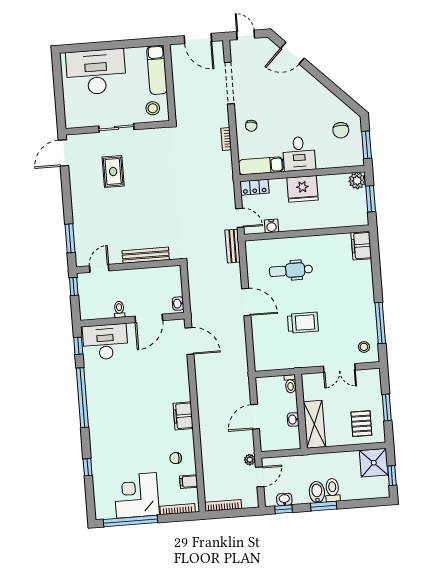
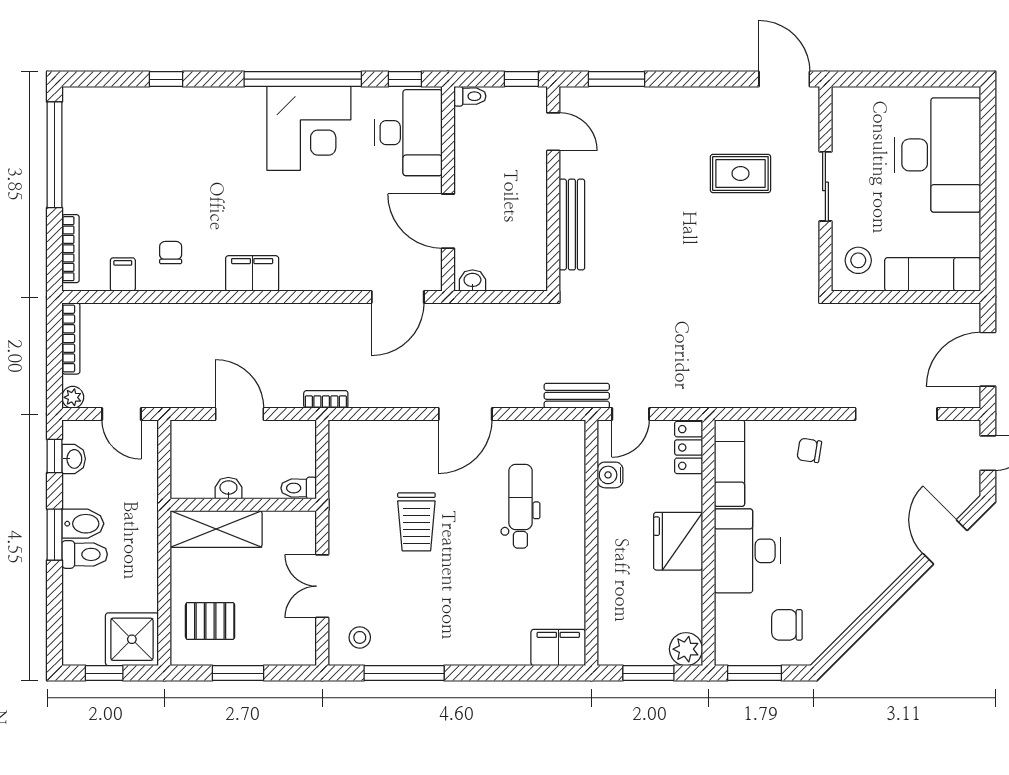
bookcase: (226, 139) -> (326, 399), moved
desk: (299, 154) -> (747, 551), width x1.37
toilet: (119, 309) -> (470, 96), moved
plant: (250, 460) -> (73, 397), moved
corner desk: (136, 495) -> (309, 128), moved, turned 90

